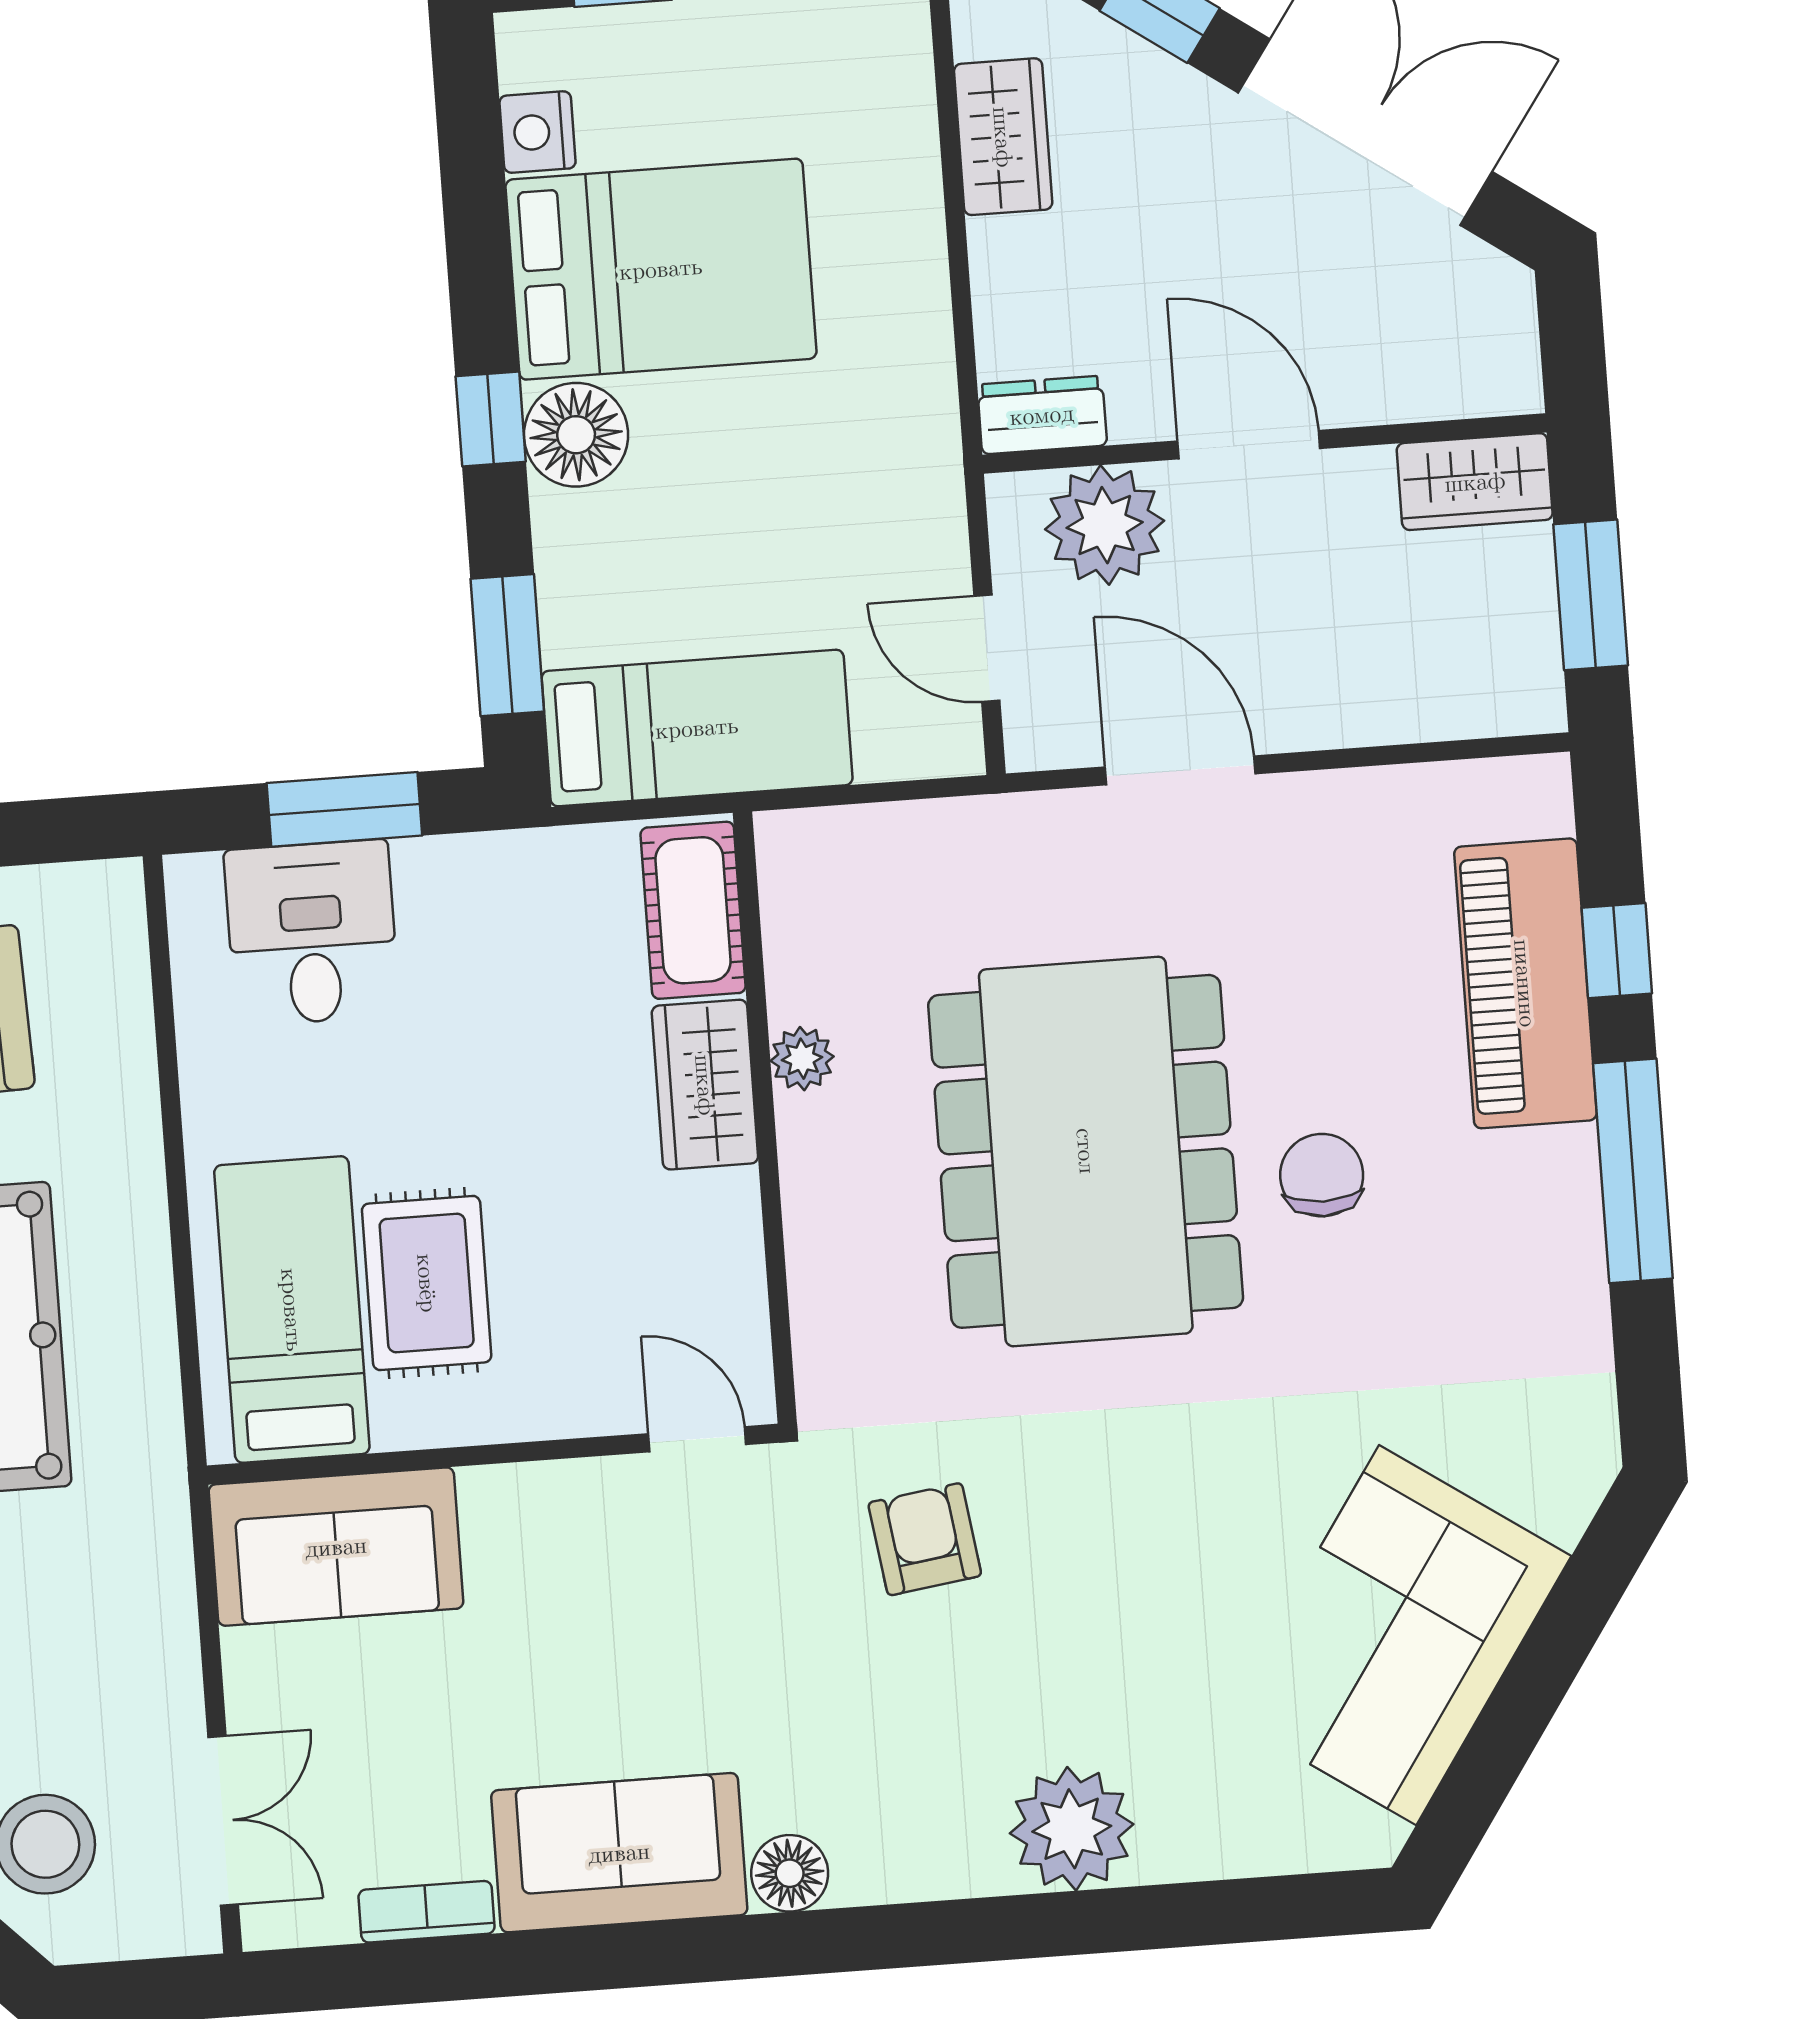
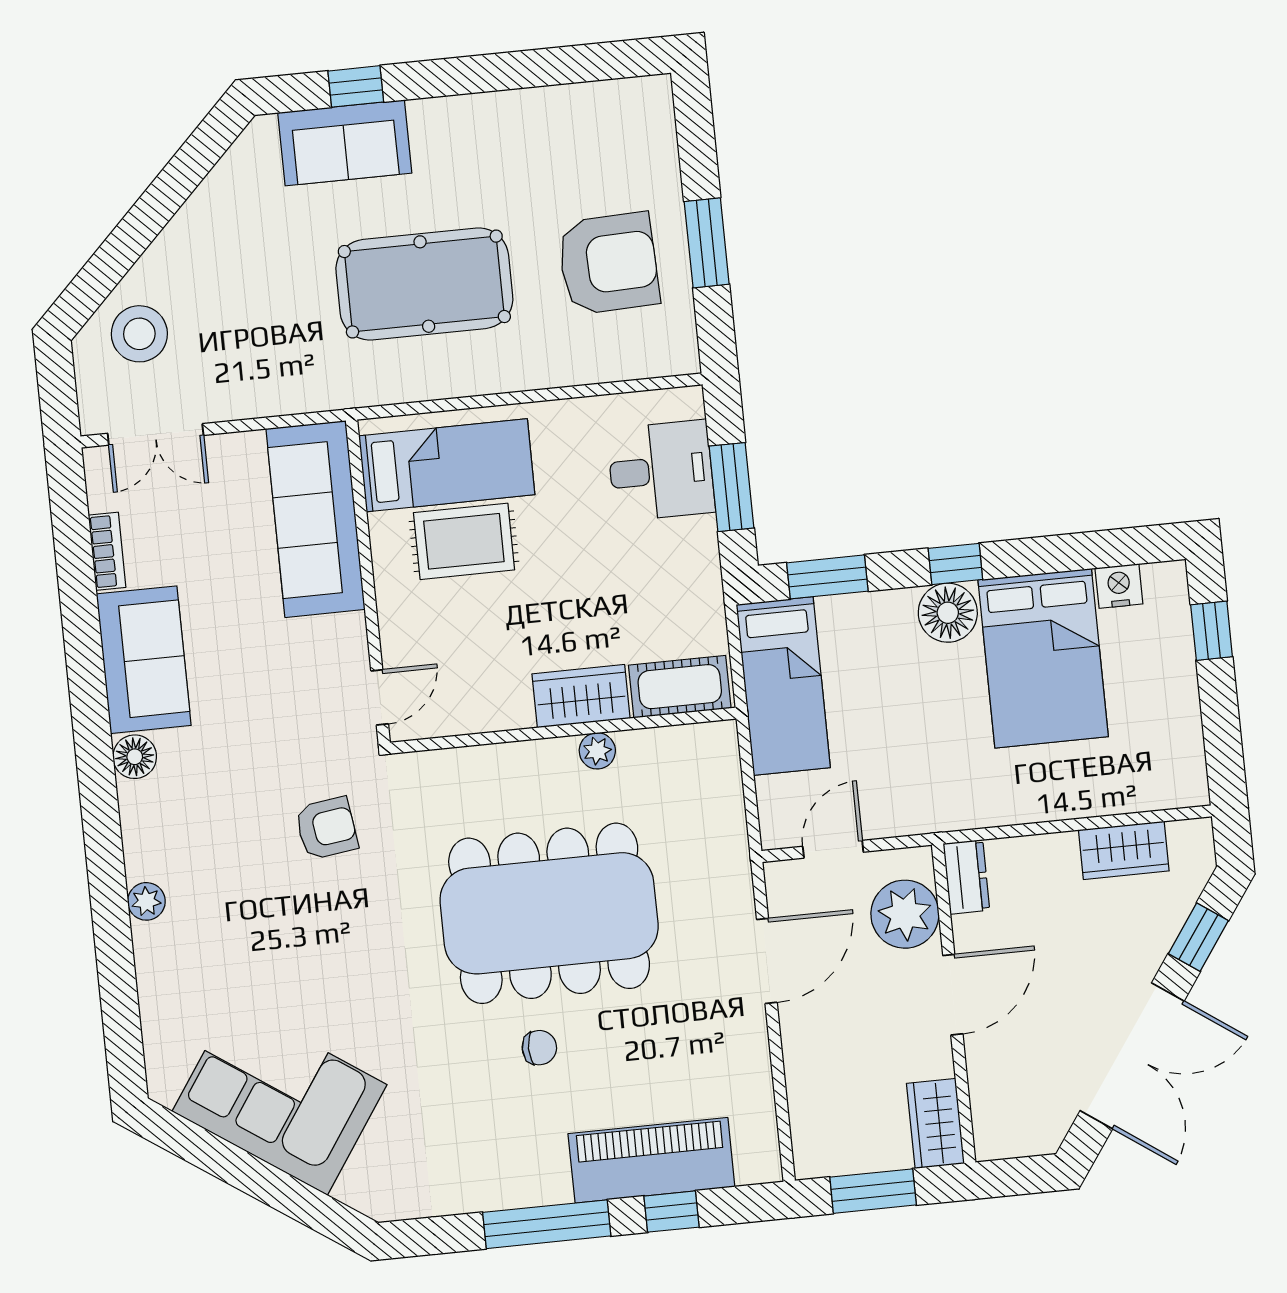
chair: (1322, 1175) -> (539, 1048), width x0.73, depth x0.73
sofa: (336, 1547) -> (315, 519), width x1.36
plant: (1072, 1829) -> (146, 901), width x0.53, depth x0.53

